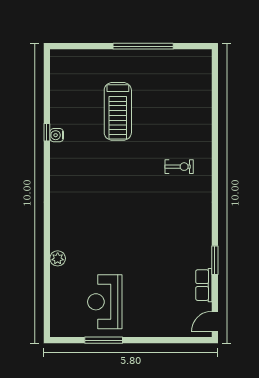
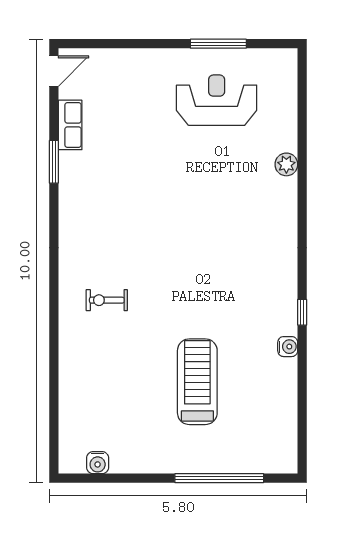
window: (143, 46) -> (219, 478), moved
water cooler: (185, 57) -> (98, 463), added
window: (47, 132) -> (302, 312), moved
reception desk: (105, 302) -> (217, 100), turned -90

